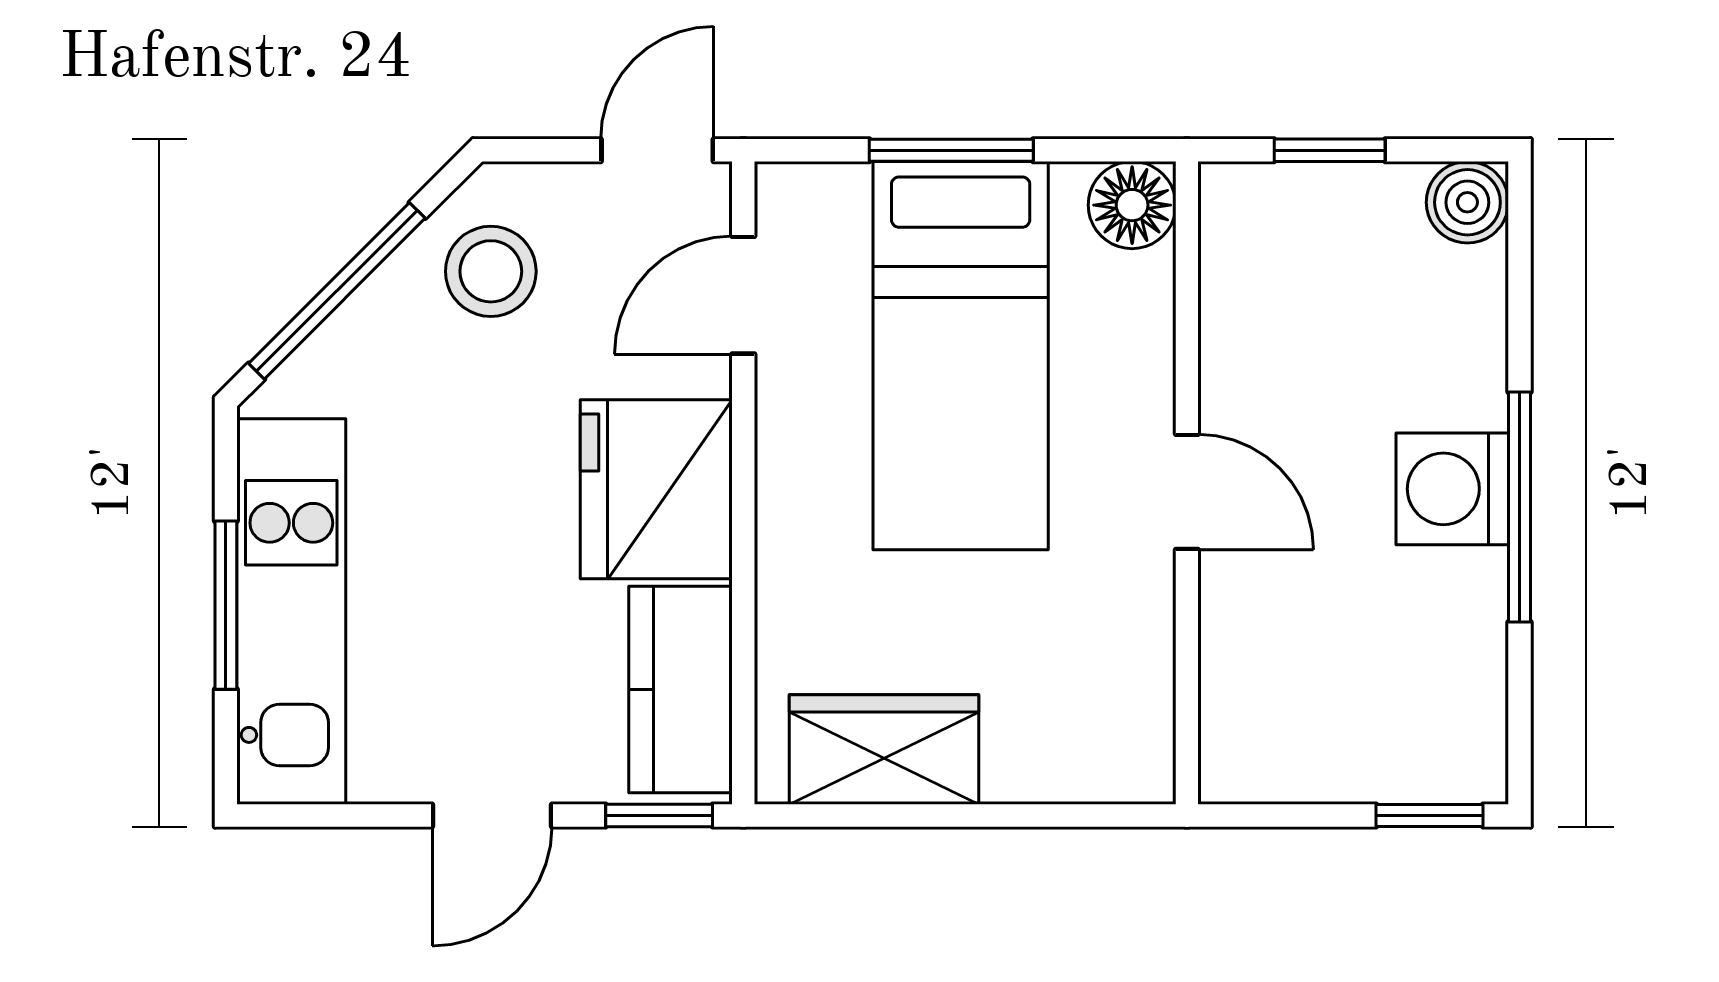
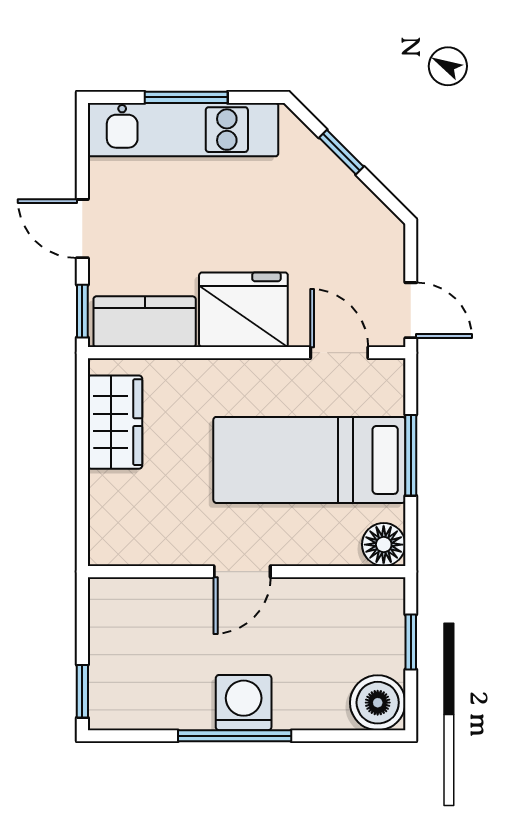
boiler: (1467, 202) -> (378, 703), width x1.36, depth x1.36
stool: (491, 271) -> (351, 228), removed
window: (337, 291) -> (341, 152), width x0.46

